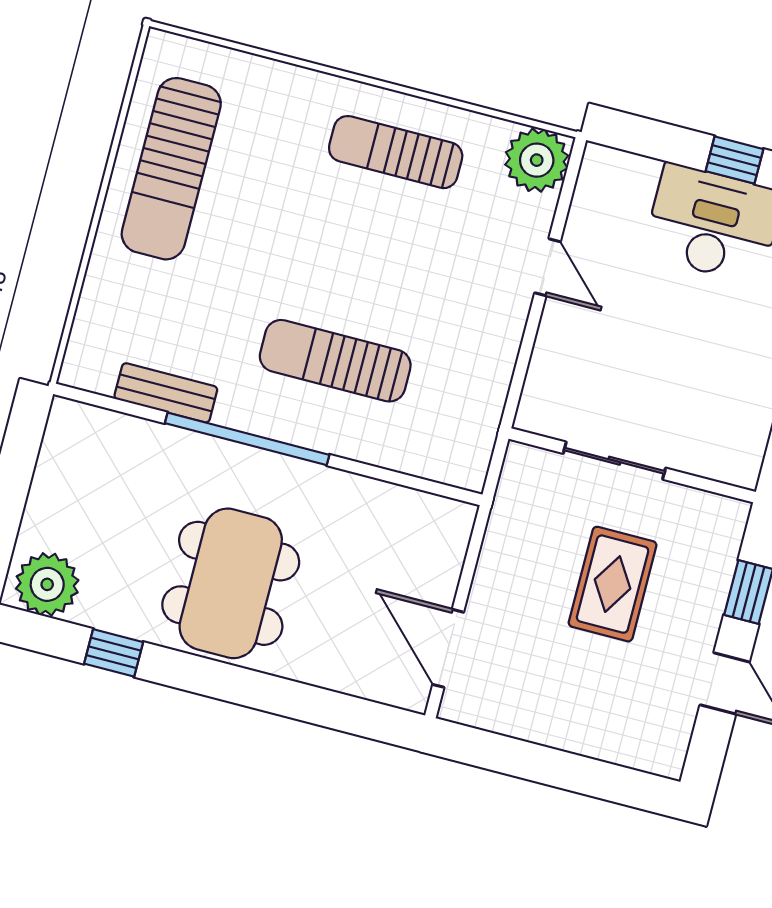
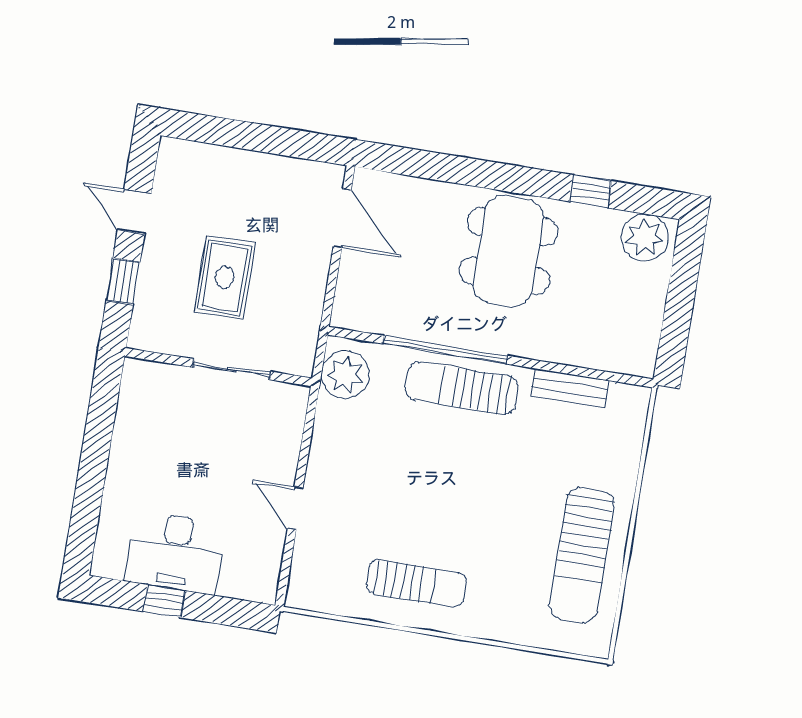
plant: (537, 160) -> (345, 375), moved
sun lounger: (171, 169) -> (582, 555), turned 180
sun lounger: (335, 361) -> (462, 388), moved, turned 180
window: (247, 439) -> (445, 350), moved

